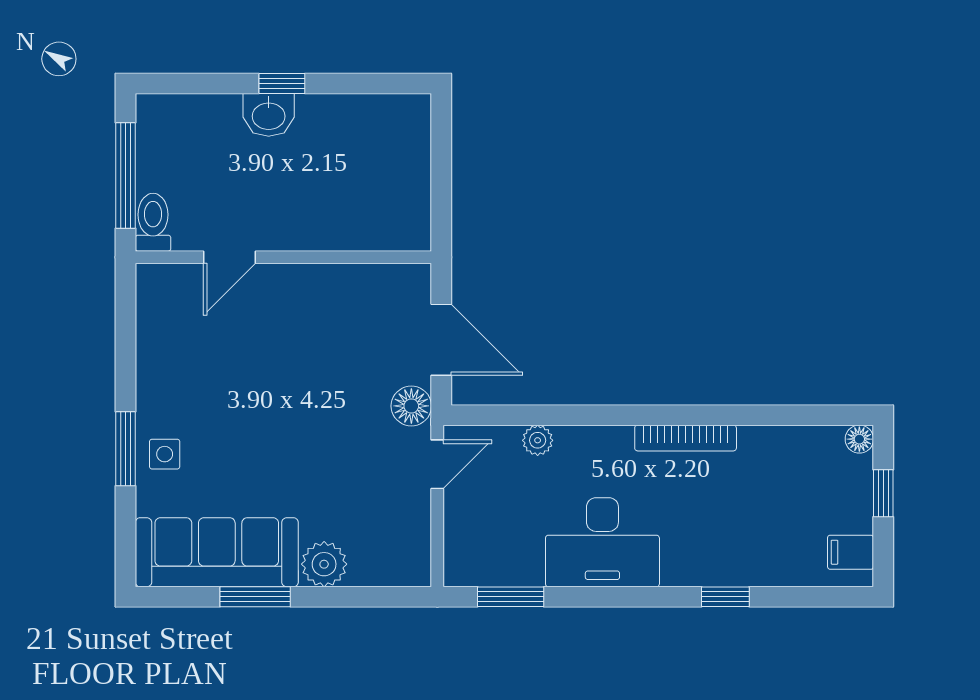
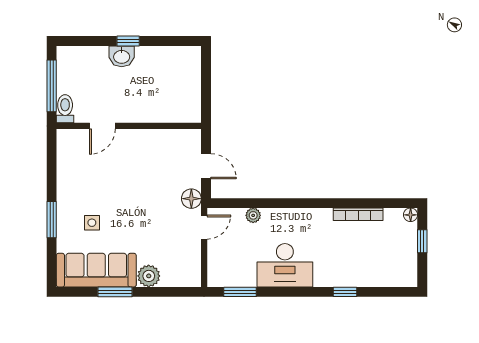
door: (441, 340) -> (206, 166), width x0.73
bookcase: (686, 438) -> (358, 214), moved
side table: (165, 454) -> (92, 223), moved
filing cabinet: (851, 552) -> (406, 270), removed

